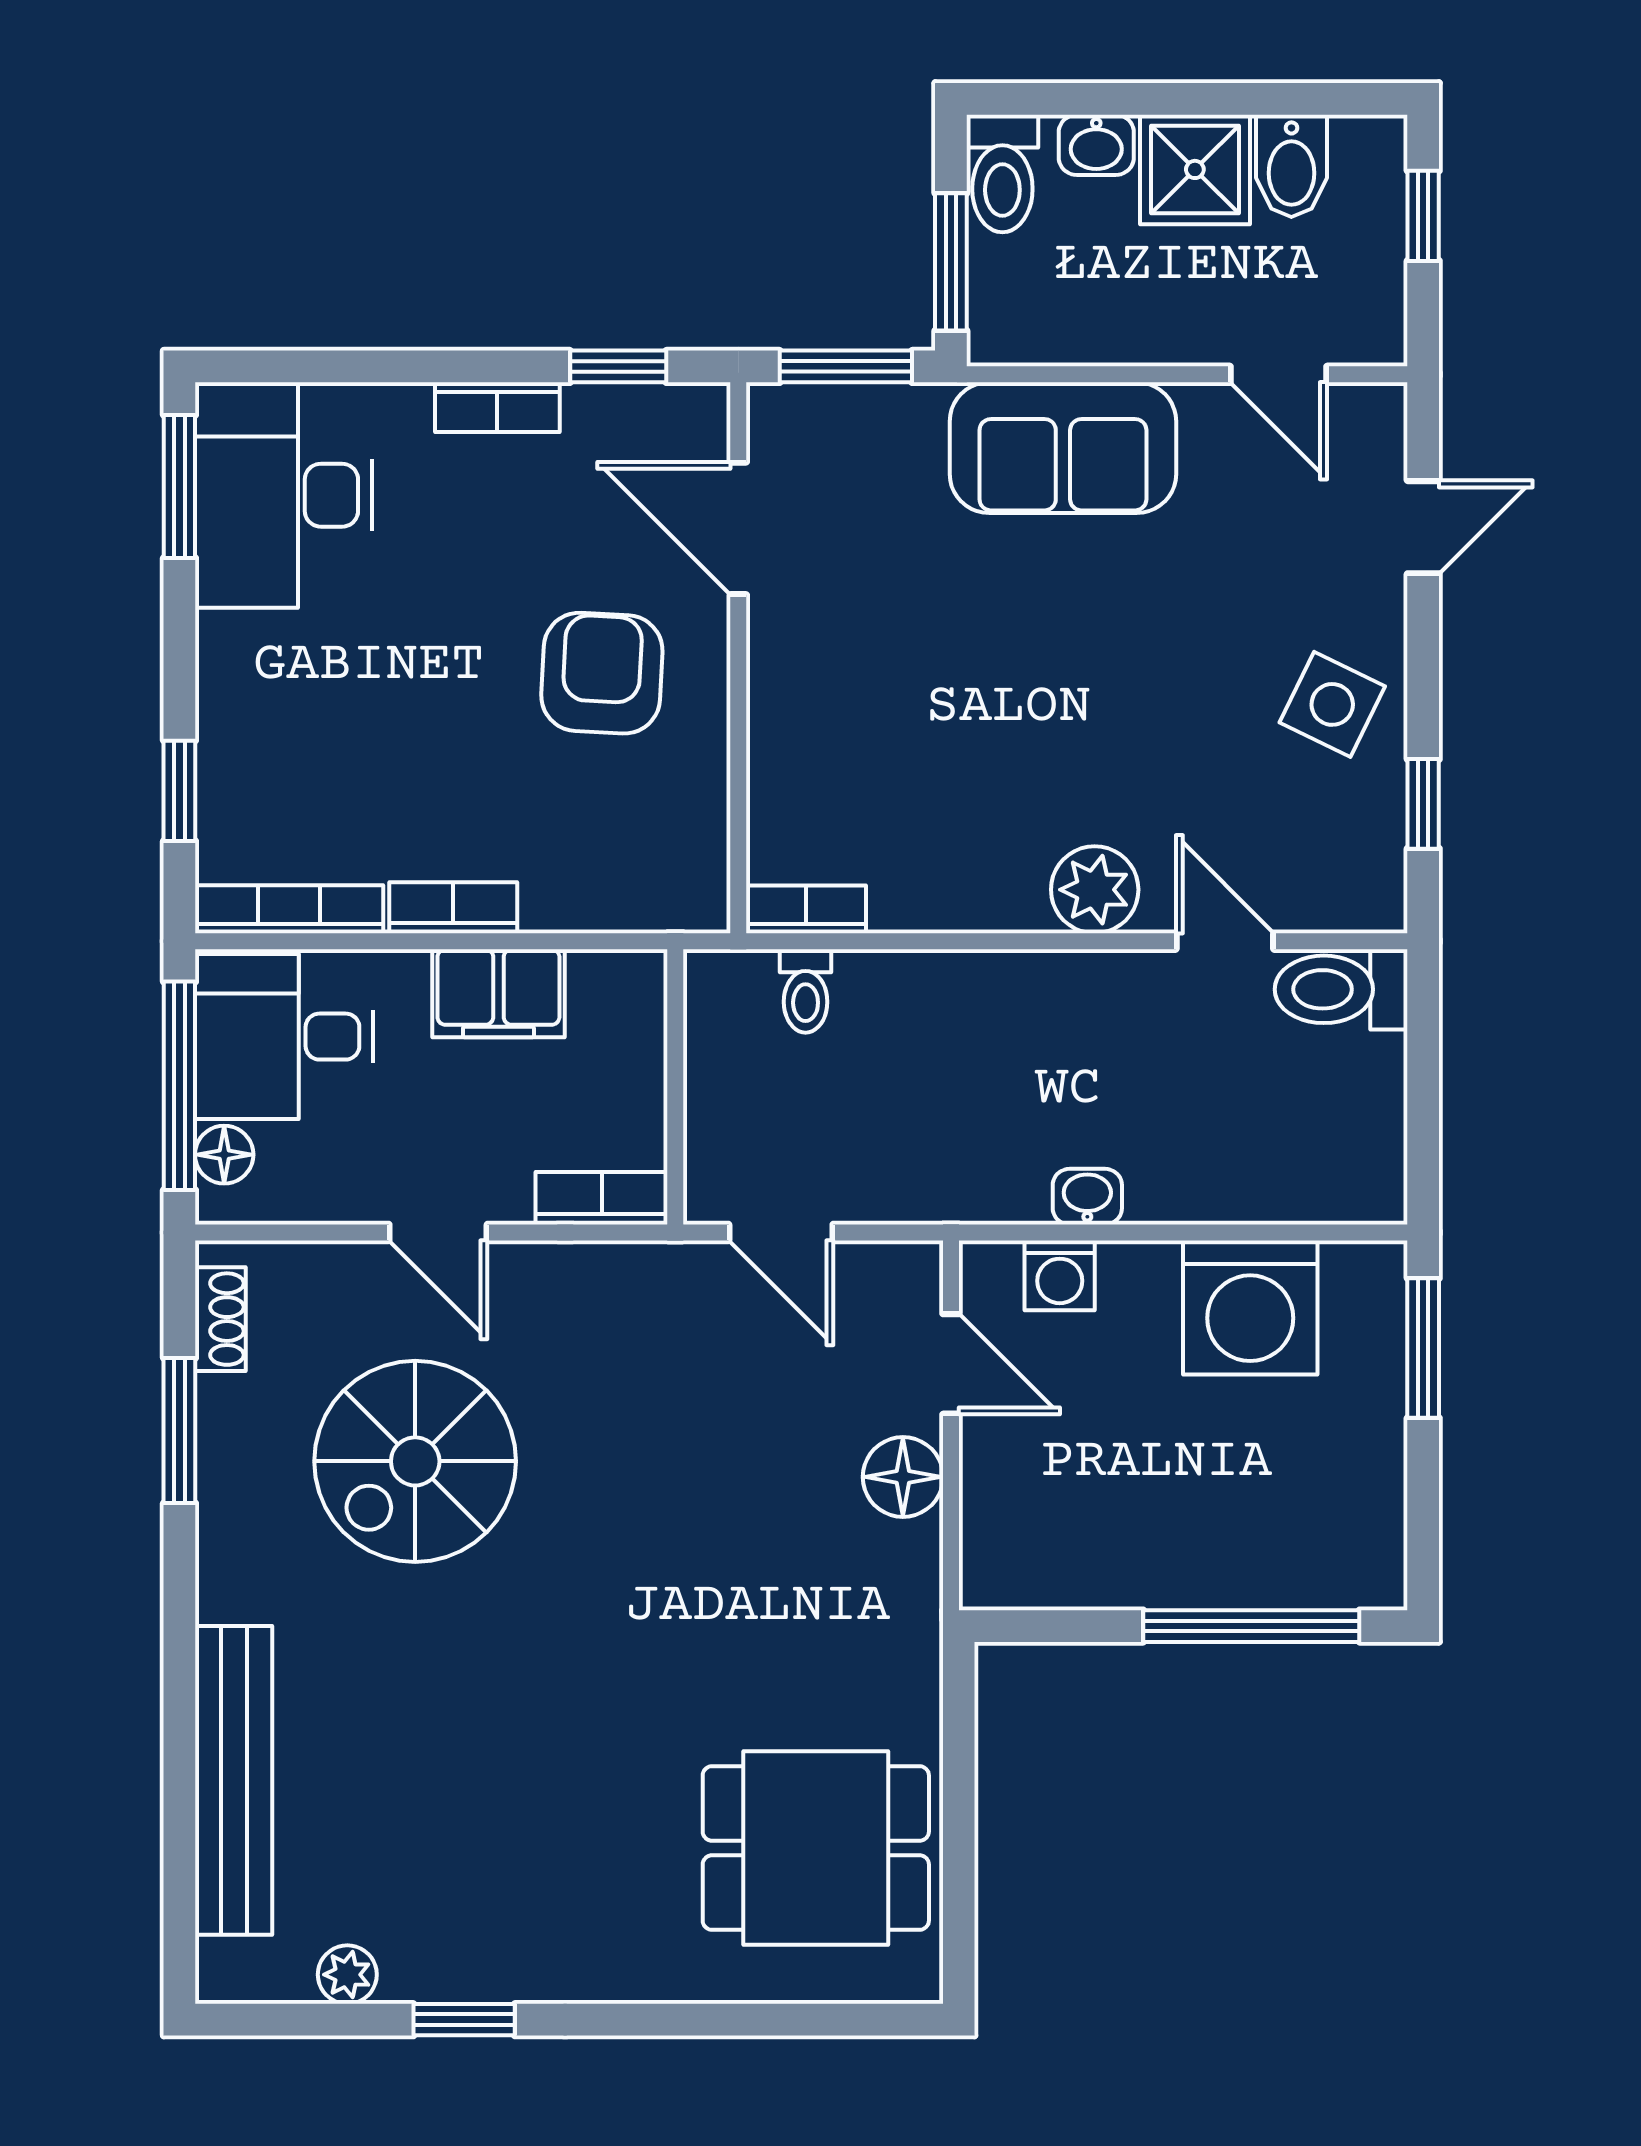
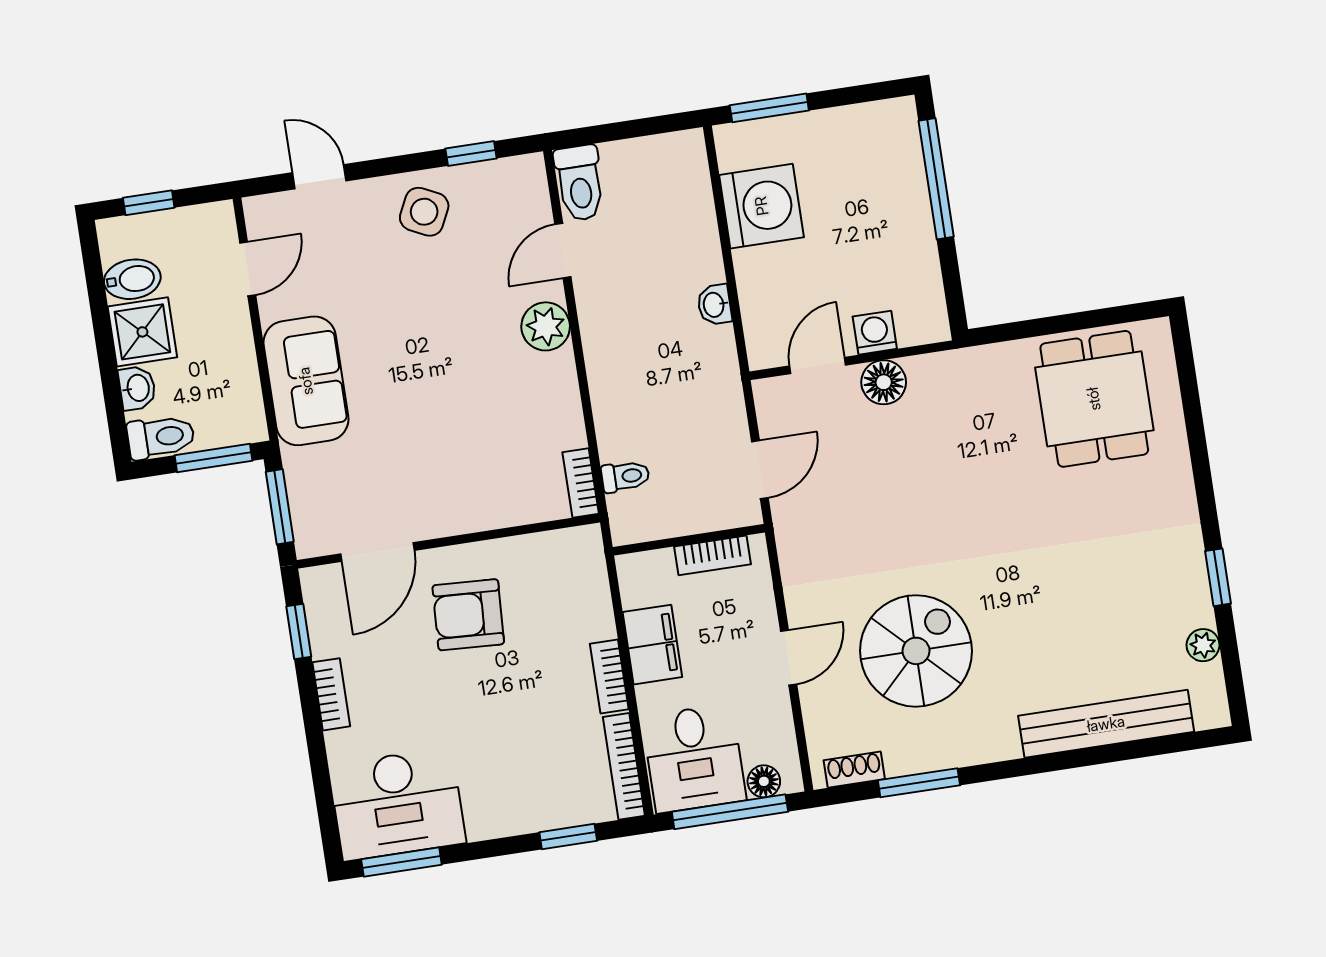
bookcase: (602, 1198) -> (713, 555), moved, turned -90
washing machine: (1060, 1275) -> (875, 333), moved, turned -90
spiral stairs: (415, 1461) -> (916, 651), turned -90

